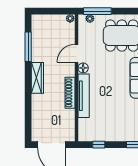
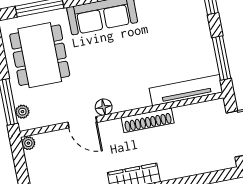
tv unit: (84, 96) -> (186, 90), moved
window: (99, 145) -> (221, 58), width x2.17

